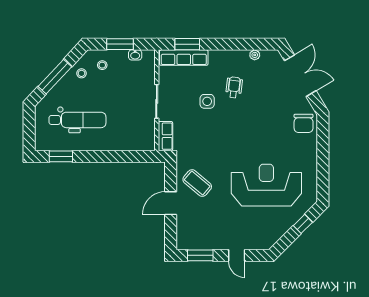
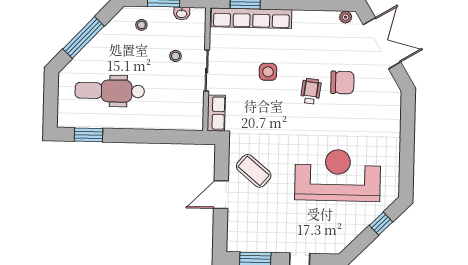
plant: (255, 55) -> (346, 17), moved
row of seats: (184, 58) -> (251, 18), width x1.36
stool: (81, 73) -> (176, 56), moved
wheelchair: (234, 87) -> (311, 91), moved
dental chair: (77, 120) -> (110, 91), turned 180
chair: (304, 123) -> (342, 82), moved, turned -90

